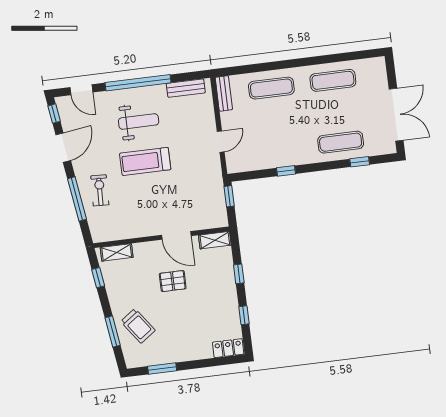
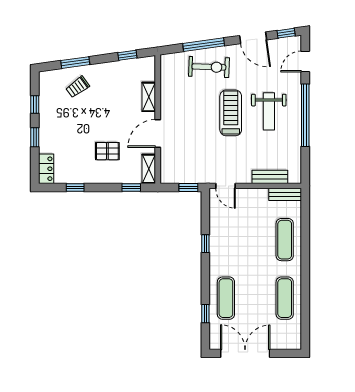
bench: (186, 88) -> (270, 177), moved, turned 90
double door: (396, 115) -> (245, 353), swing flipped
door: (221, 142) -> (225, 186), moved
exercise bike: (100, 190) -> (209, 67), width x1.38, depth x1.39
shelving: (117, 252) -> (149, 97), moved
window: (239, 274) -> (131, 187), moved
pallet: (173, 281) -> (107, 151), moved, turned 90
trolley: (138, 326) -> (78, 87), width x0.73, depth x0.72
window: (196, 364) -> (35, 137), added
window: (162, 368) -> (35, 105), width x0.67

